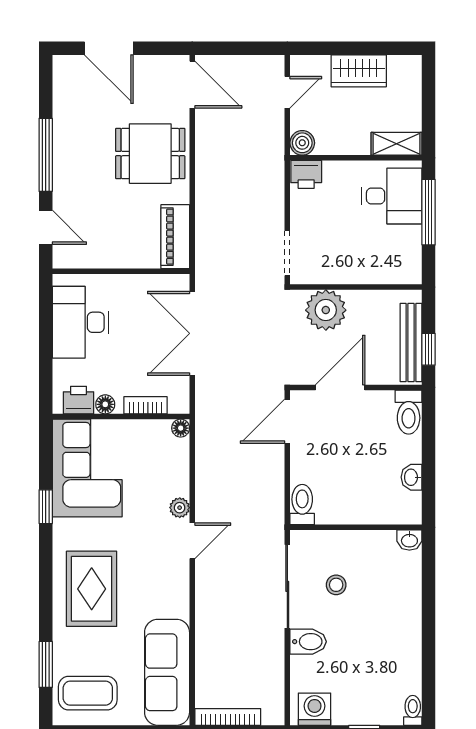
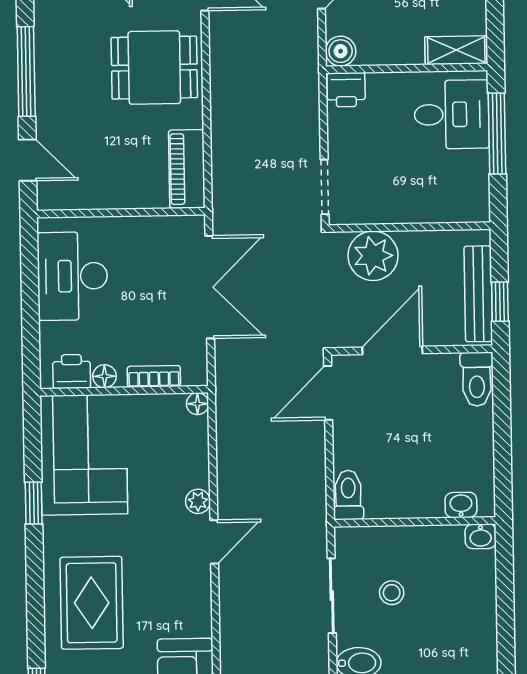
double door: (192, 333) -> (210, 287), swing flipped
washbasin: (412, 477) -> (461, 505), moved, turned 90
sliding door: (287, 586) -> (332, 596), width x0.73

